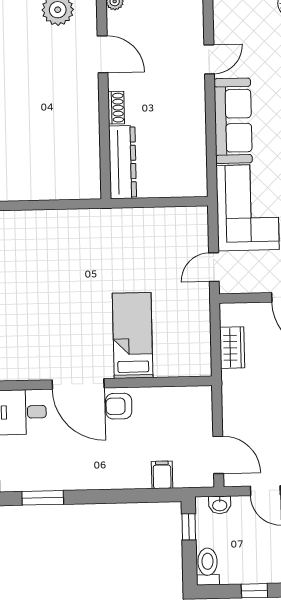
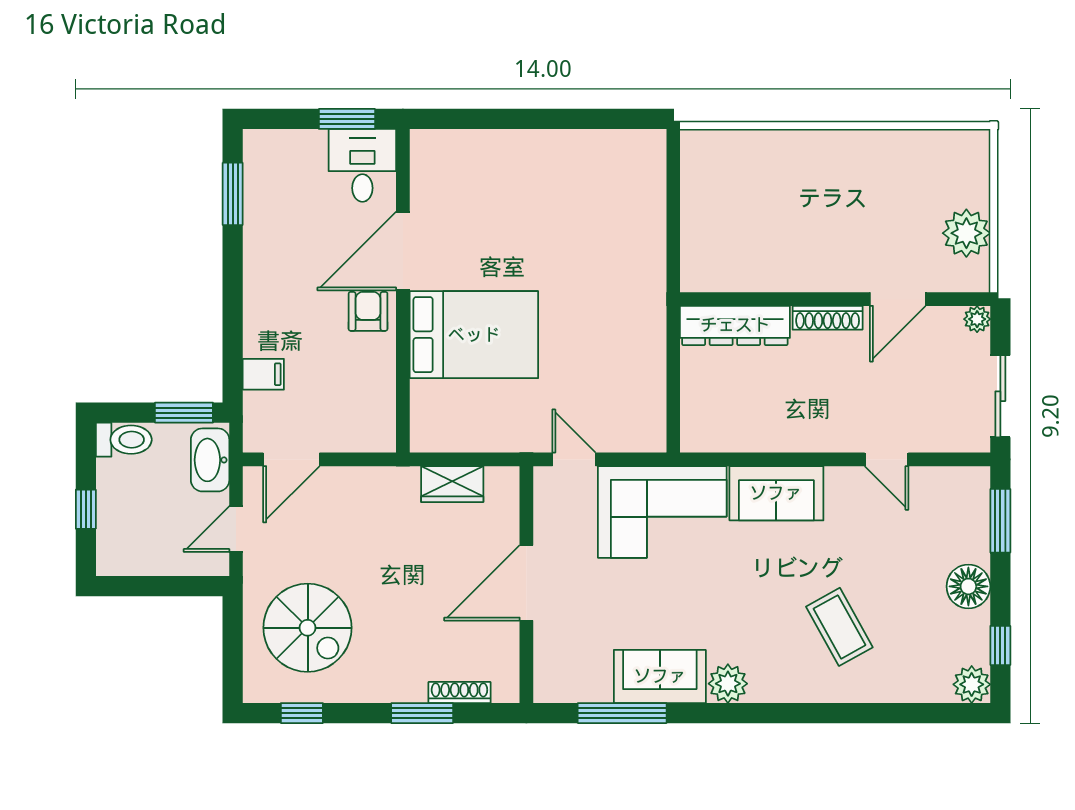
shoe rack: (116, 108) -> (828, 318), width x1.43
sofa: (233, 121) -> (776, 493), width x0.73
bed: (133, 335) -> (474, 335), width x1.50
washbasin: (220, 505) -> (210, 460), width x1.91, depth x1.45
window: (189, 527) -> (184, 413), width x1.50

